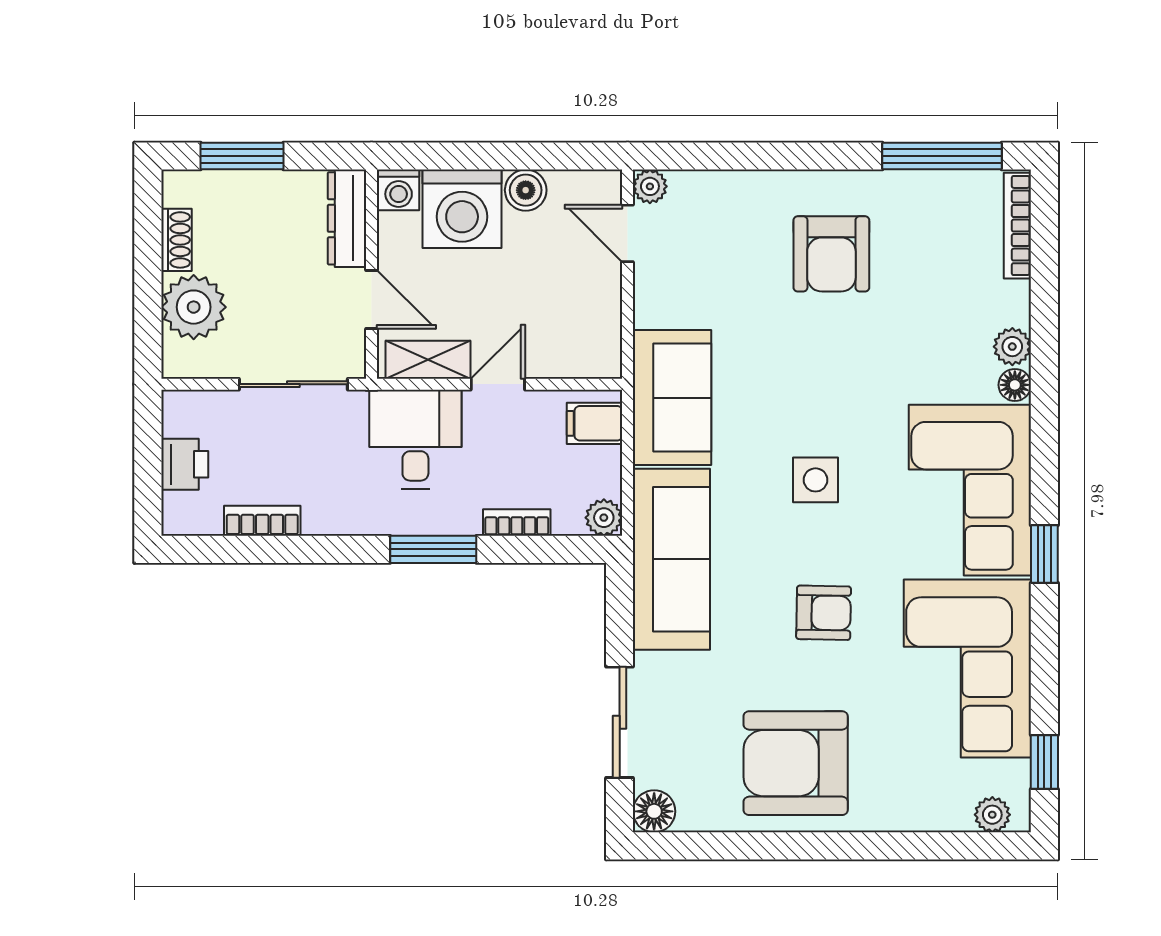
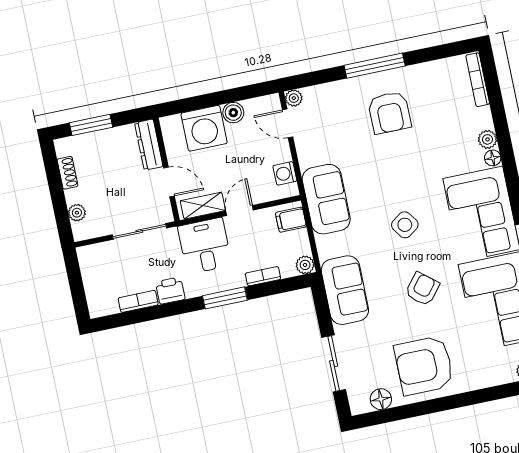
window: (942, 156) -> (375, 66), moved
washing machine: (399, 190) -> (285, 173), moved, turned 90
plant: (194, 307) -> (77, 213), width x0.53, depth x0.53
printer: (185, 464) -> (170, 291), moved, turned -90
side table: (816, 480) -> (405, 225), turned -35
sofa: (671, 559) -> (345, 290), width x0.73
armchair: (824, 613) -> (422, 289), turned -52
floor lamp: (654, 811) -> (381, 399), moved

